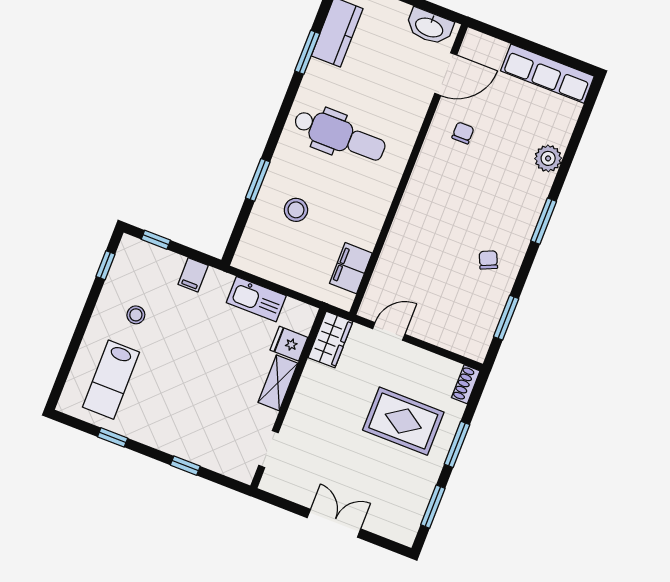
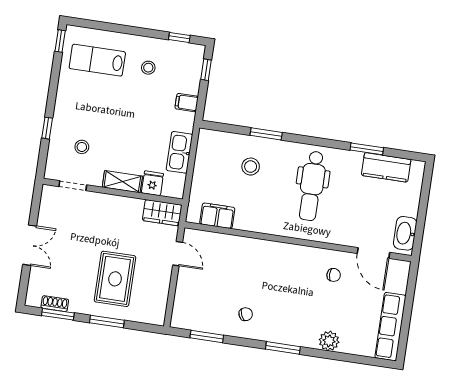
shoe rack: (466, 384) -> (55, 304), moved
stool: (220, 426) -> (82, 147), added
window: (113, 437) -> (60, 41), moved

